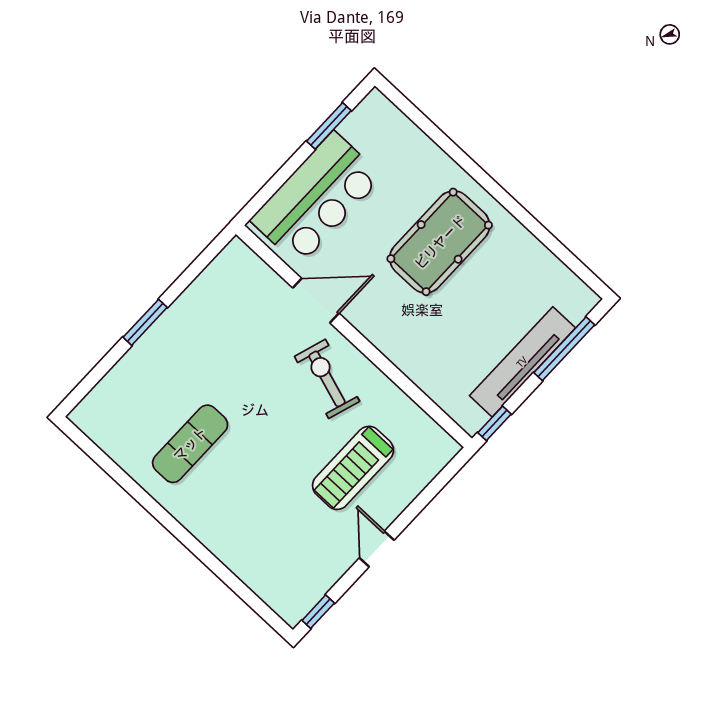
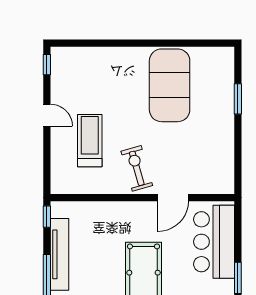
window: (145, 322) -> (238, 99), moved
exercise bike: (327, 379) -> (137, 168), turned -124
exercise mat: (190, 444) -> (170, 85), width x2.00, depth x1.45

